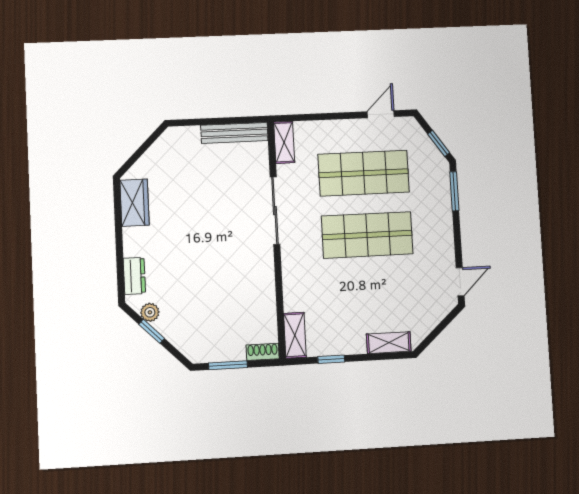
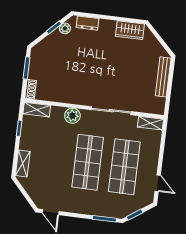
bench: (234, 133) -> (163, 77), moved
plant: (295, 274) -> (72, 116), added

